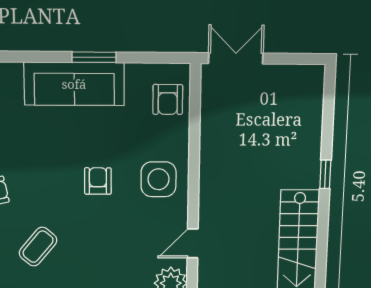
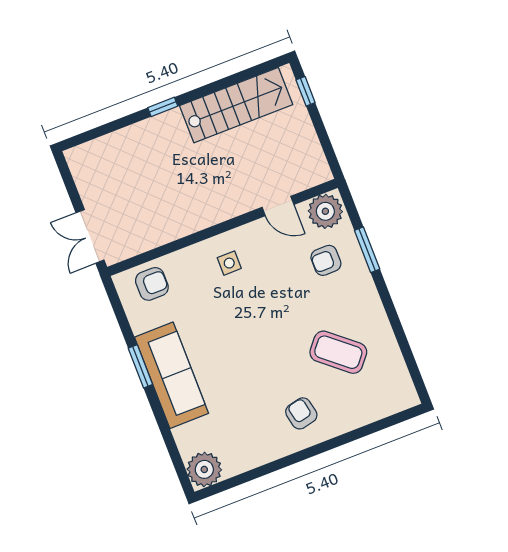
side table: (159, 179) -> (229, 263), width x0.54, depth x0.54
armchair: (98, 181) -> (326, 260), moved
coffee table: (38, 247) -> (338, 352), width x1.36, depth x1.30

